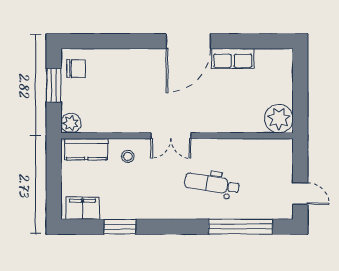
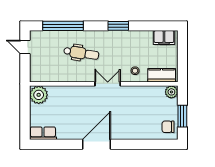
row of seats: (233, 58) -> (43, 133), moved
window: (120, 227) -> (118, 26), moved

